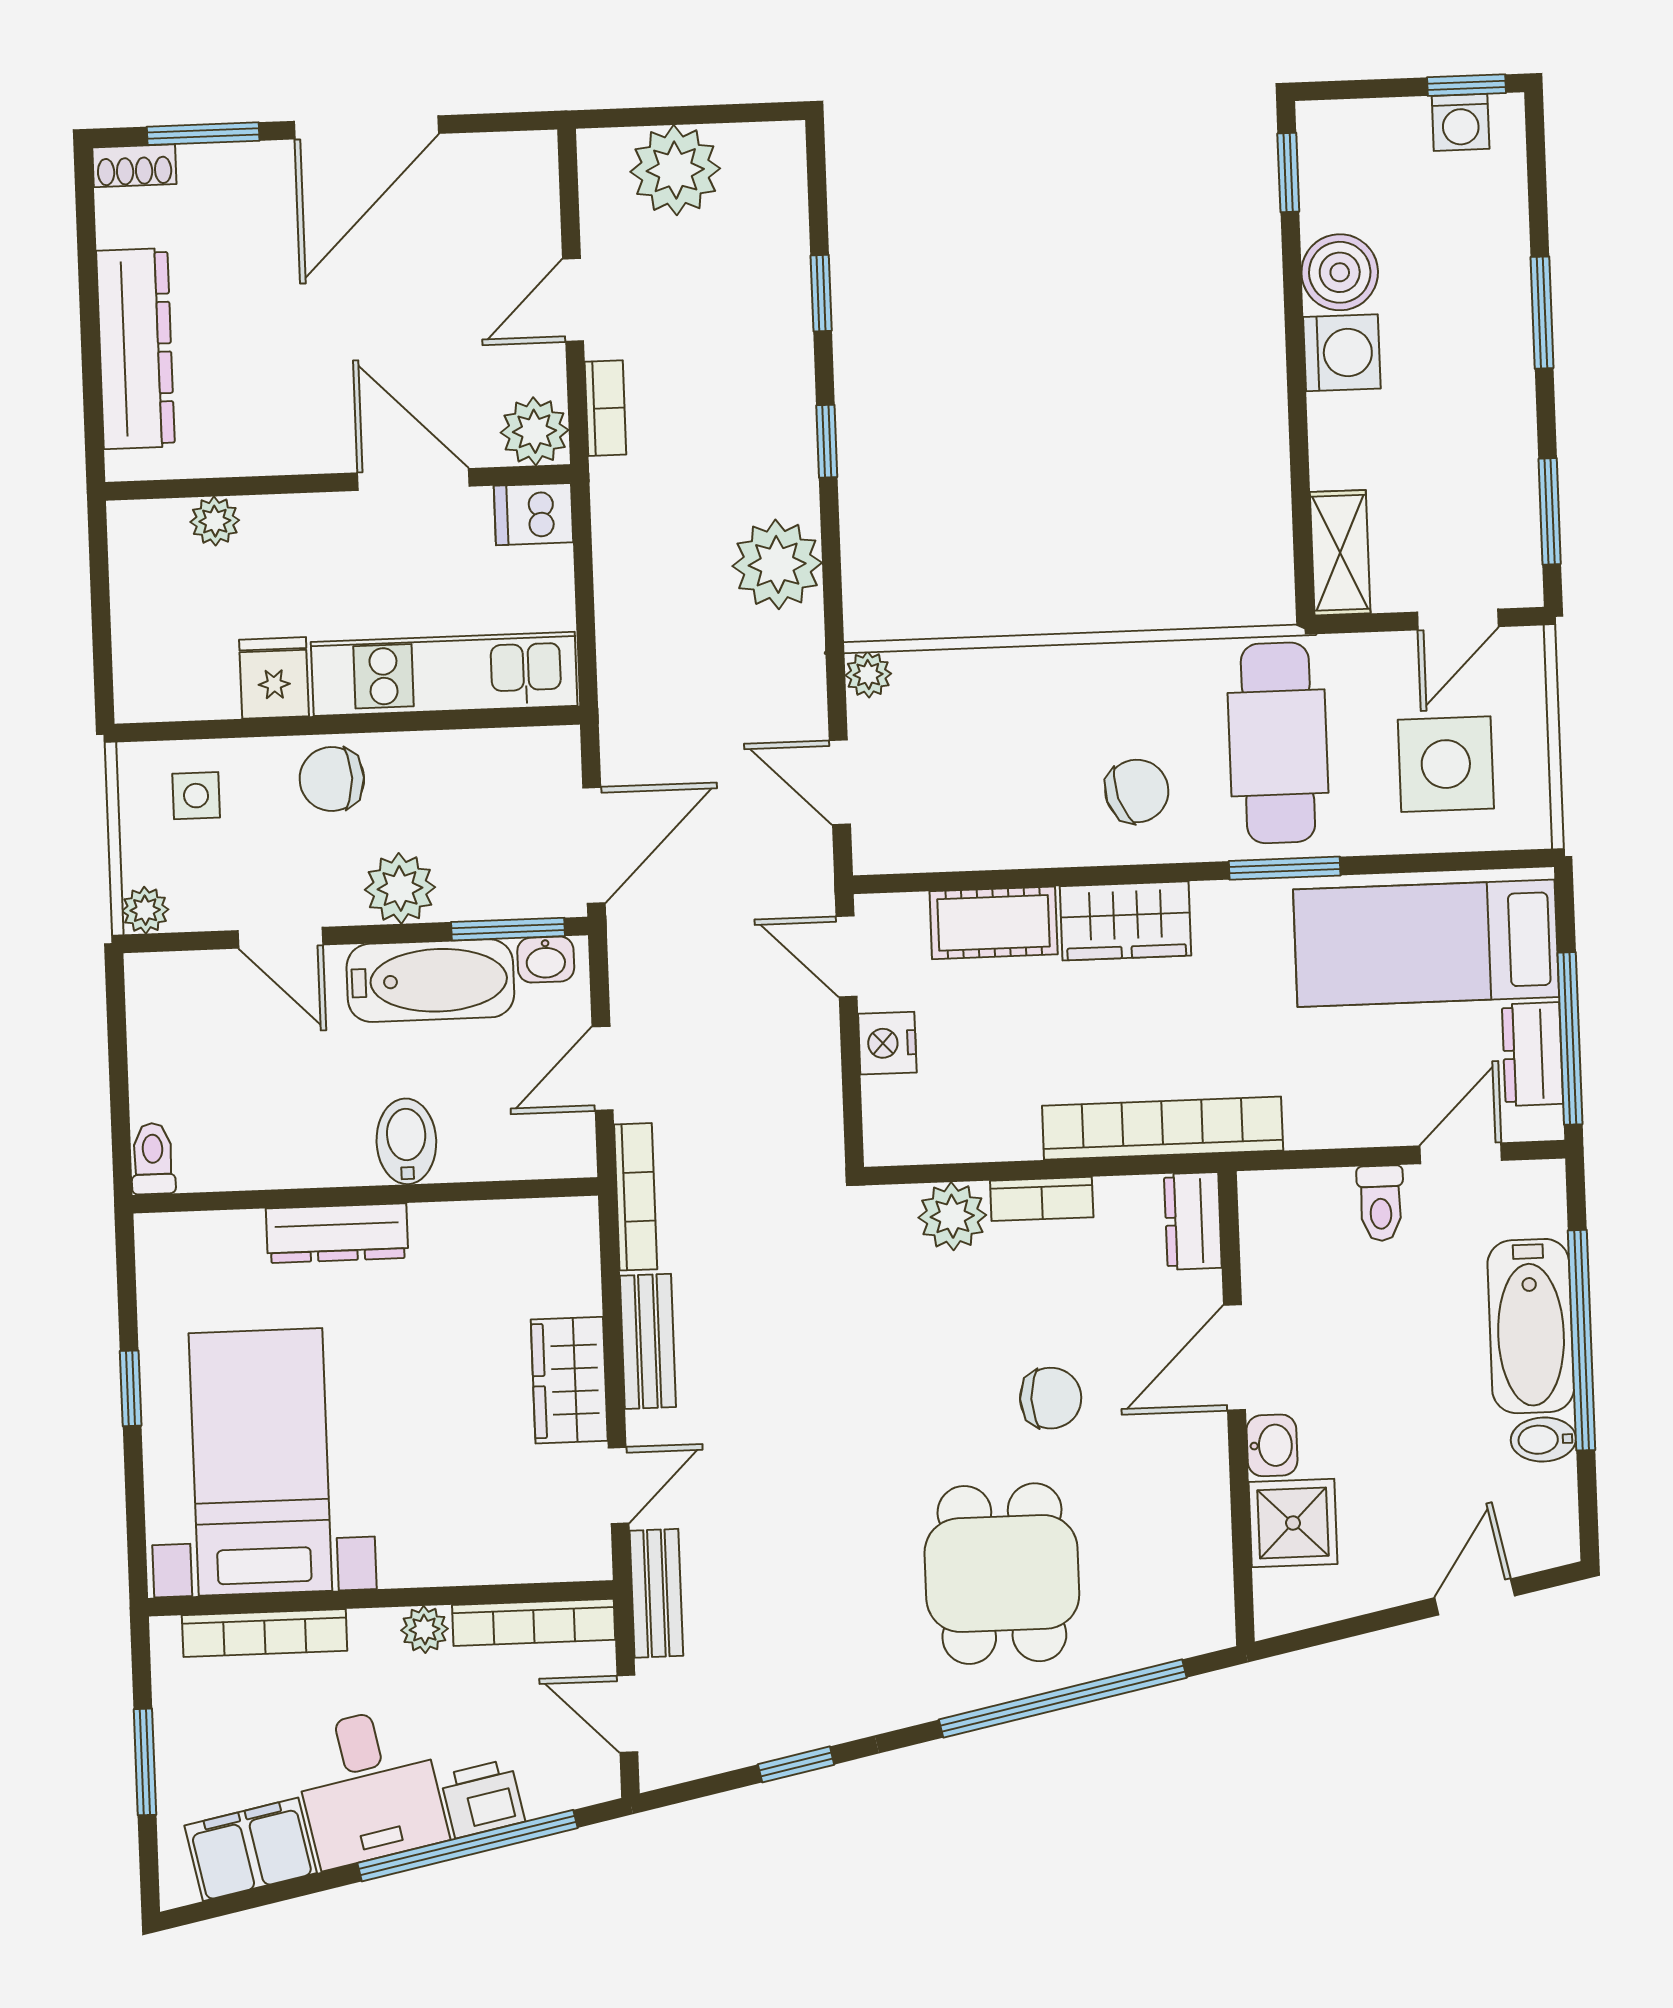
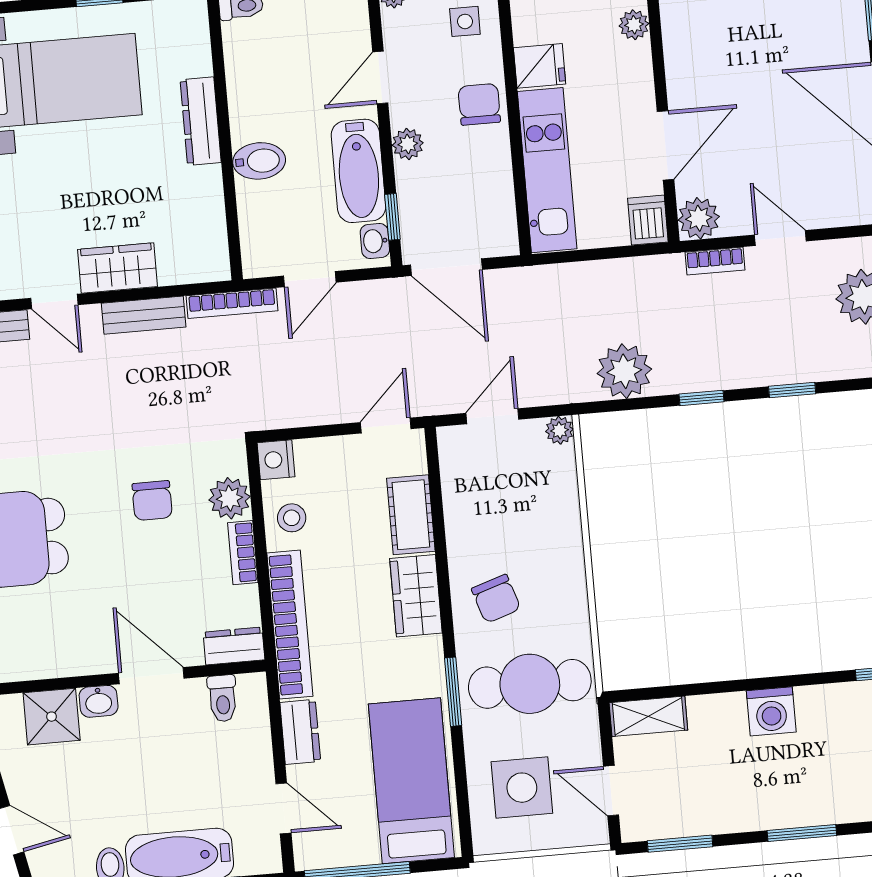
boiler: (1340, 272) -> (820, 708), removed
plant: (400, 888) -> (408, 144), width x0.73, depth x0.73
window: (508, 929) -> (392, 217), width x0.67
nightstand: (887, 1043) -> (276, 460), moved, turned -90
dresser: (1532, 1054) -> (300, 732), moved, turned 90
door: (603, 1068) -> (310, 279), swing flipped
stool: (989, 1117) -> (292, 518), added
toilet: (1381, 1203) -> (223, 698), moved, turned -90
chair: (1051, 1398) -> (152, 501), moved

